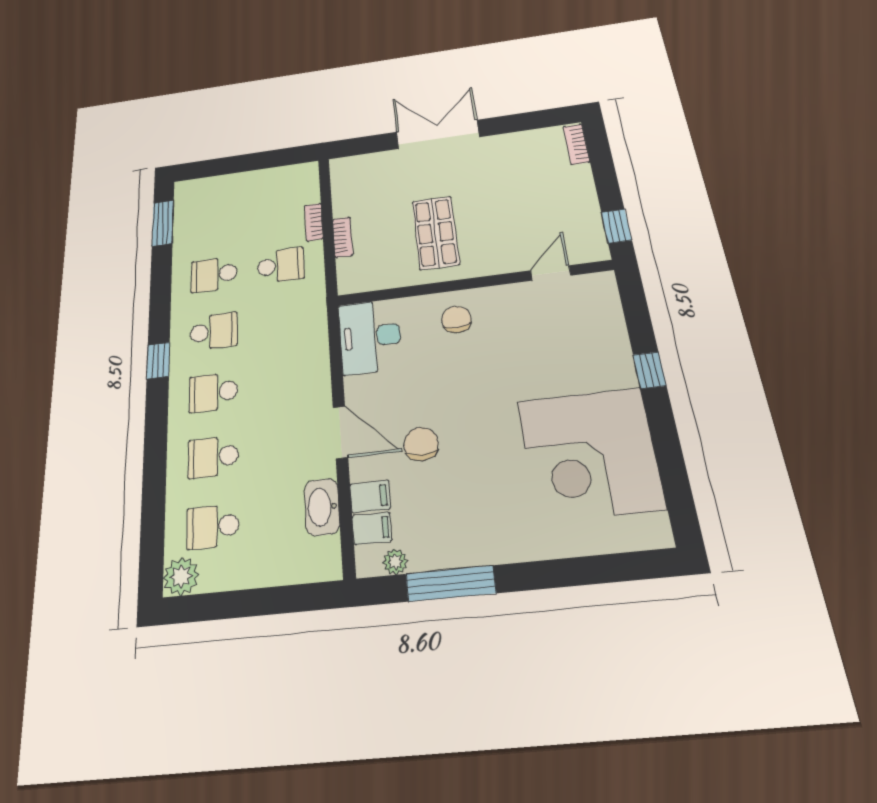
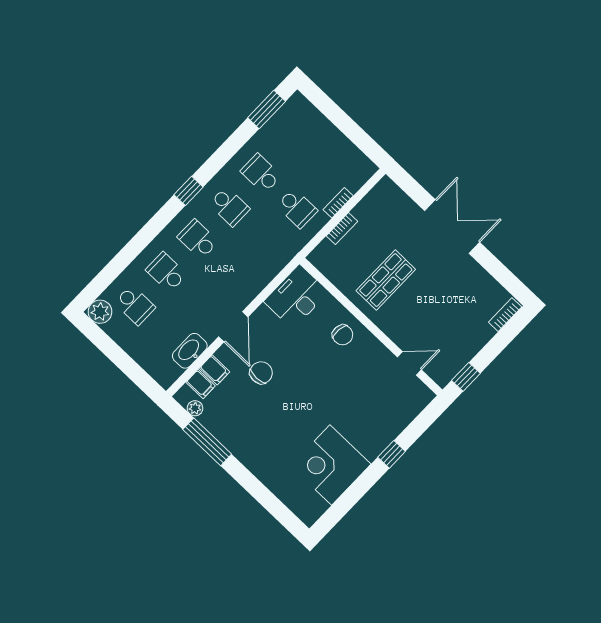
chair: (456, 319) -> (343, 335), turned 96
corner desk: (590, 454) -> (331, 465), width x0.74, depth x0.74
school desk: (213, 527) -> (135, 305), turned 180

